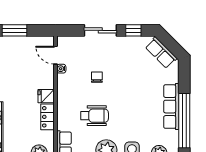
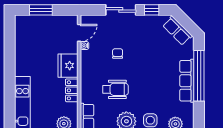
door: (55, 55) -> (79, 33), swing flipped
fridge: (46, 96) -> (68, 66), width x1.88, depth x1.34
window: (184, 121) -> (199, 76), moved

